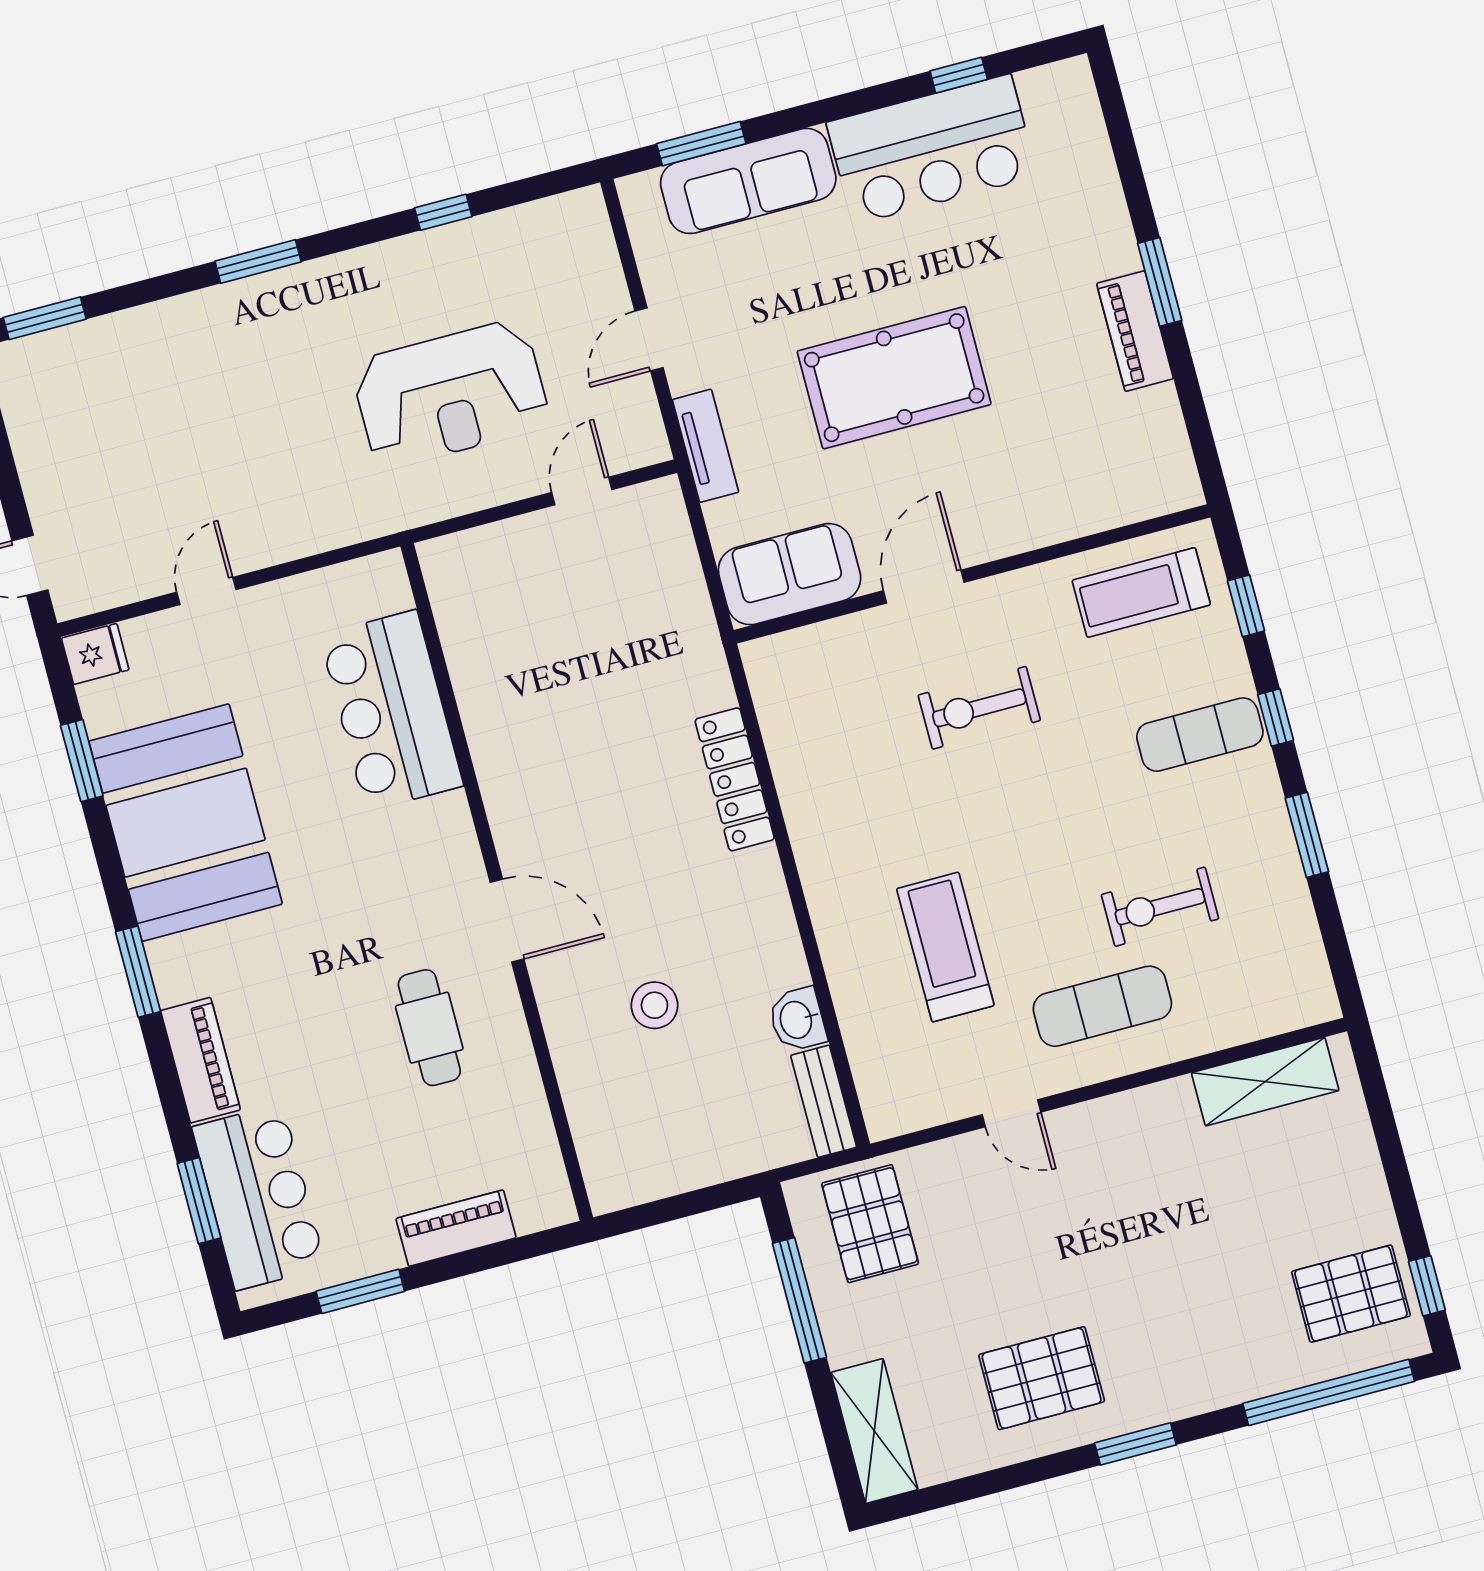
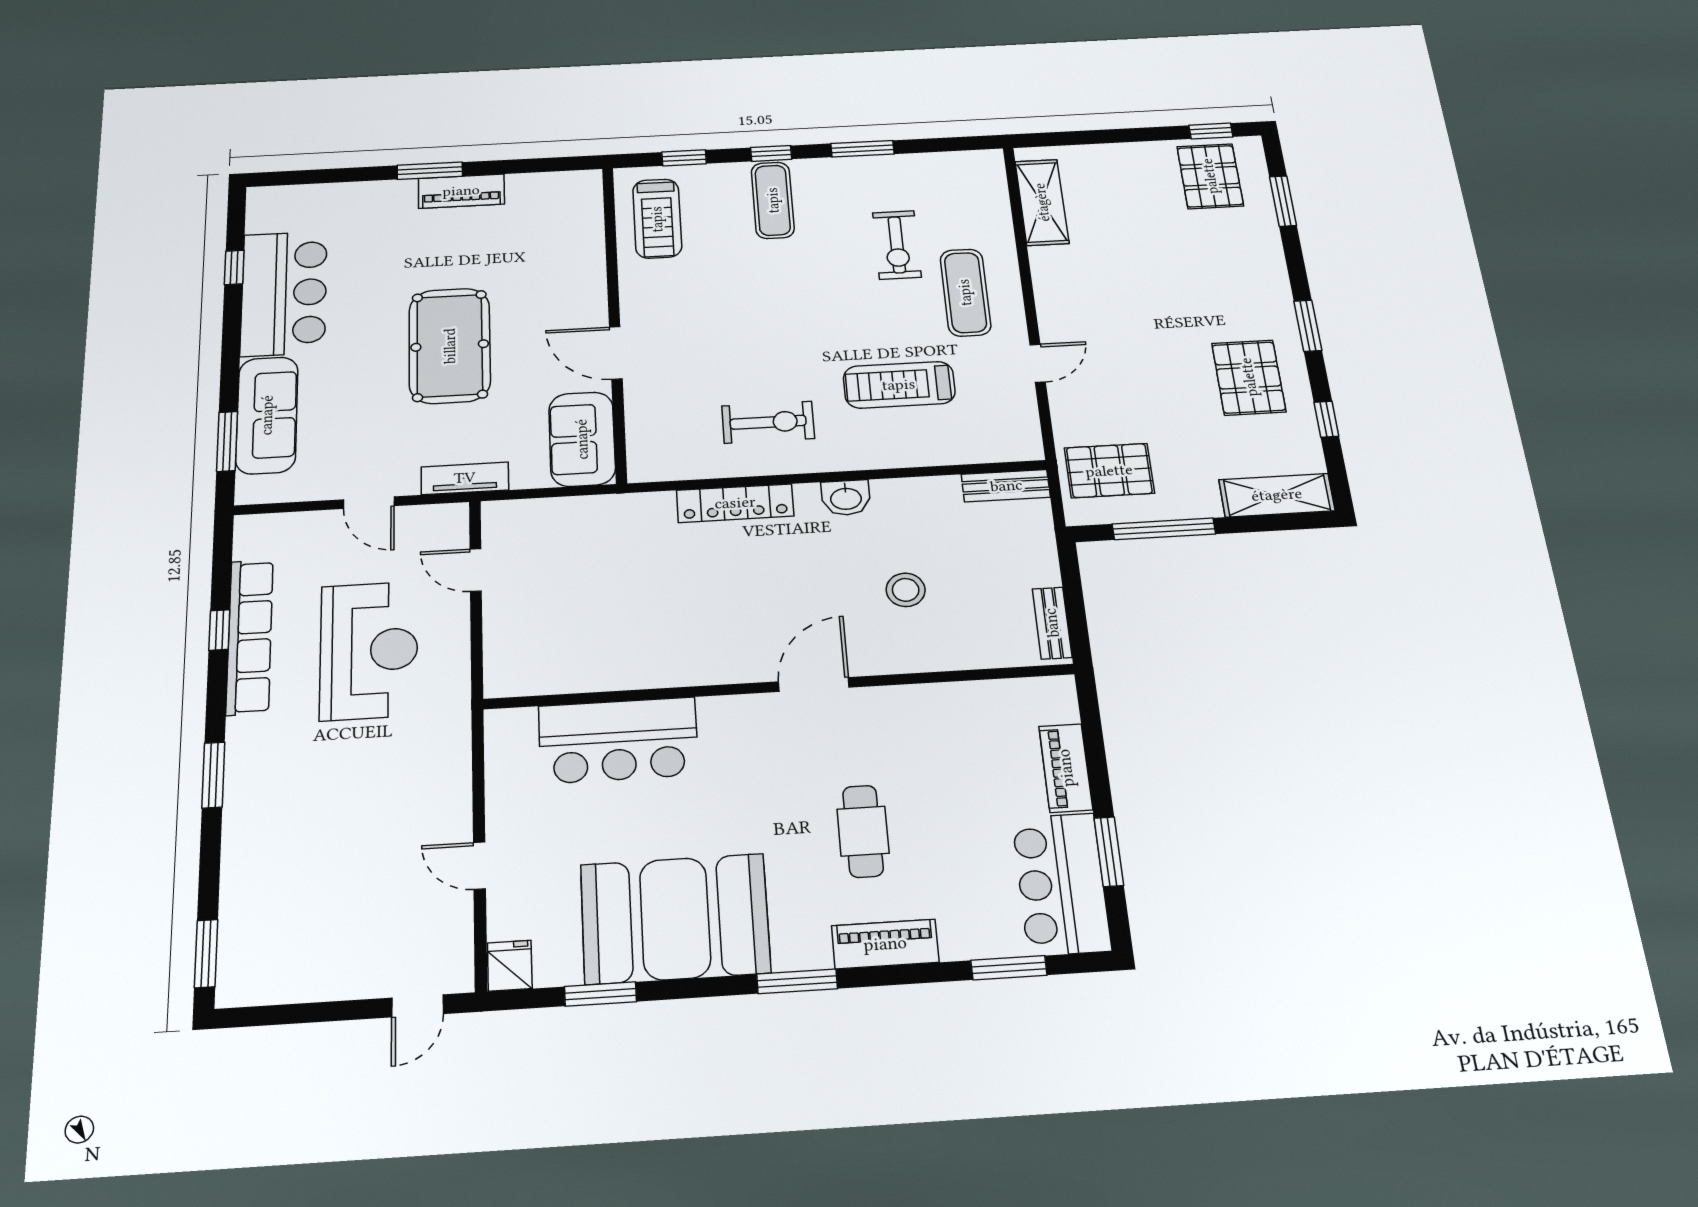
row of seats: (441, 250) -> (250, 637), added
exercise bike: (979, 708) -> (768, 422), moved, turned -90
washbasin: (797, 1020) -> (846, 498), moved
cafe table: (429, 1028) -> (863, 831), moved, turned 90
bench: (643, 1185) -> (1052, 623), added
bar counter: (259, 1197) -> (1061, 884), moved, turned -90
window: (1329, 1392) -> (1283, 201), width x0.47
window: (998, 1480) -> (1326, 419), added

